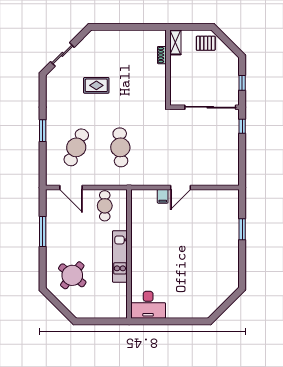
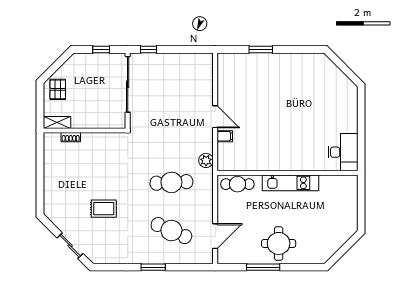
rug: (96, 85) -> (104, 209), turned 90
plant: (140, 179) -> (206, 160), added
cafe table: (105, 206) -> (237, 184), moved
round table: (72, 275) -> (279, 243), moved, turned -38

